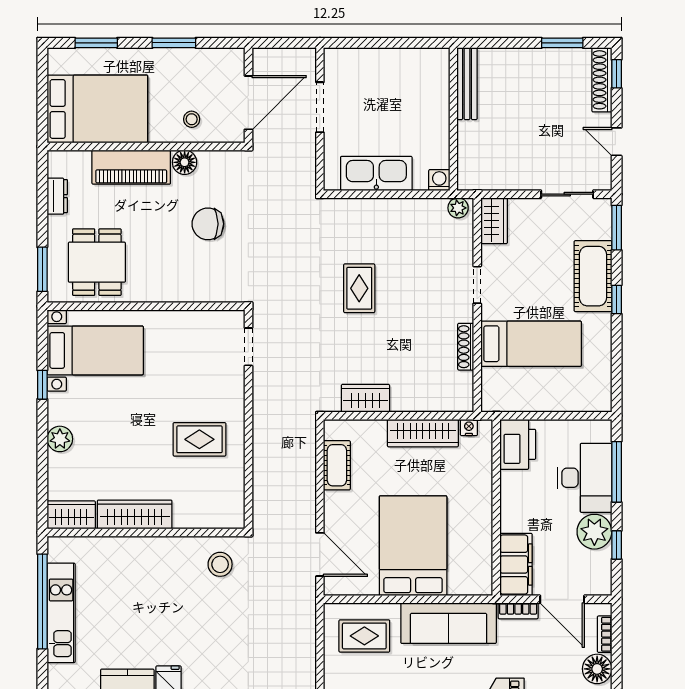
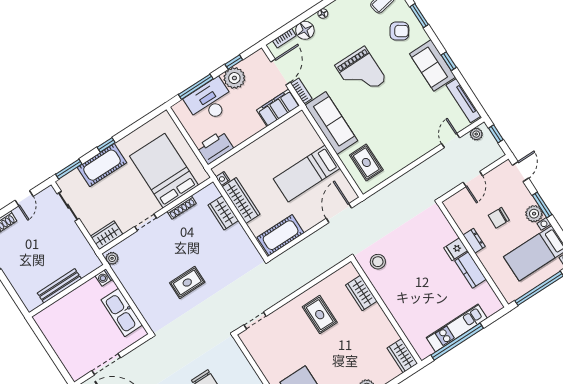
bench: (467, 84) -> (59, 286), moved
bed: (531, 344) -> (164, 171), width x1.50
wardrobe: (365, 398) -> (223, 213), moved
cot: (337, 465) -> (281, 235), width x1.37, depth x1.34
wardrobe: (135, 515) -> (361, 293), moved, width x0.67
bed: (413, 546) -> (307, 173), width x0.67

